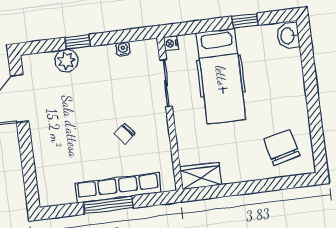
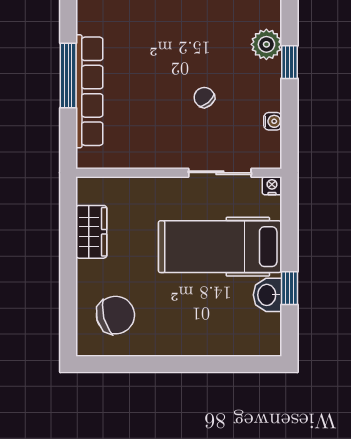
washbasin: (288, 36) -> (268, 295), moved, turned -90
chair: (125, 134) -> (204, 97), moved
wardrobe: (201, 176) -> (91, 232), moved

